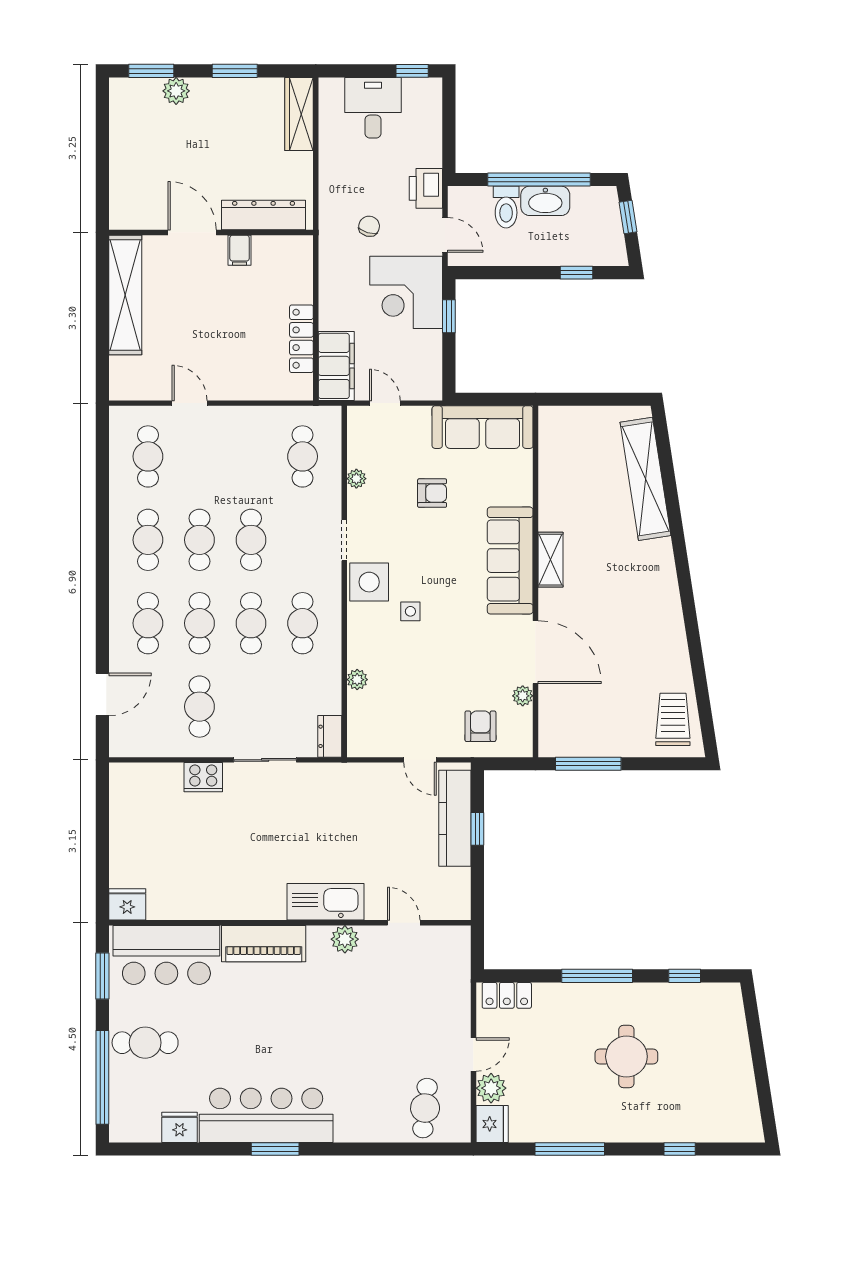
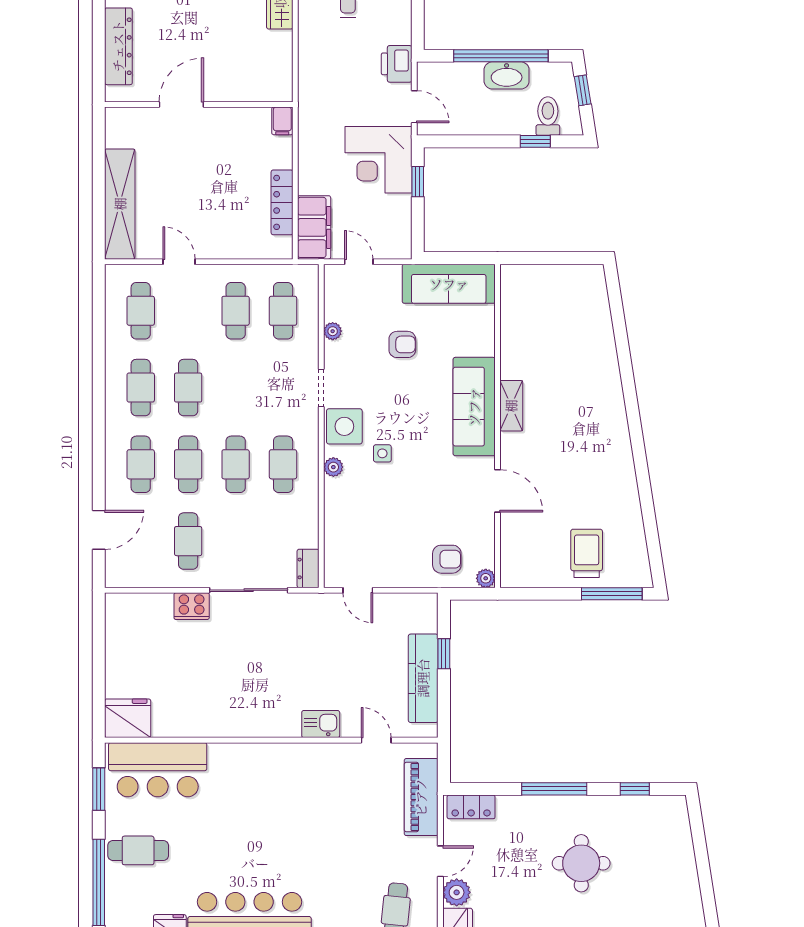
toilet: (506, 207) -> (548, 116), moved, turned 180
dresser: (264, 215) -> (118, 46), moved, turned 90
chair: (369, 226) -> (344, 99), removed
door: (192, 232) -> (181, 105), hinge flipped
filing cabinet: (240, 250) -> (282, 121), moved
shelving: (125, 295) -> (120, 204), moved
shelving: (646, 479) -> (599, 331), removed
cafe table: (251, 540) -> (236, 311), moved
door: (535, 652) -> (498, 491), width x0.73
plant: (357, 680) -> (333, 467), moved
plant: (523, 696) -> (486, 578), moved
trolley: (673, 719) -> (587, 553), moved
armchair: (480, 726) -> (447, 559), turned 90
sliding door: (265, 760) -> (249, 590), width x1.37
door: (420, 760) -> (358, 590), moved
window: (588, 764) -> (612, 594), moved
kitchen counter: (455, 818) -> (423, 678), moved
kitchen sink: (325, 902) -> (321, 724), width x0.53, depth x0.81
fridge: (127, 904) -> (128, 718), width x1.36, depth x1.34
plant: (345, 939) -> (322, 755), removed
piano: (264, 944) -> (421, 797), moved, turned 90

